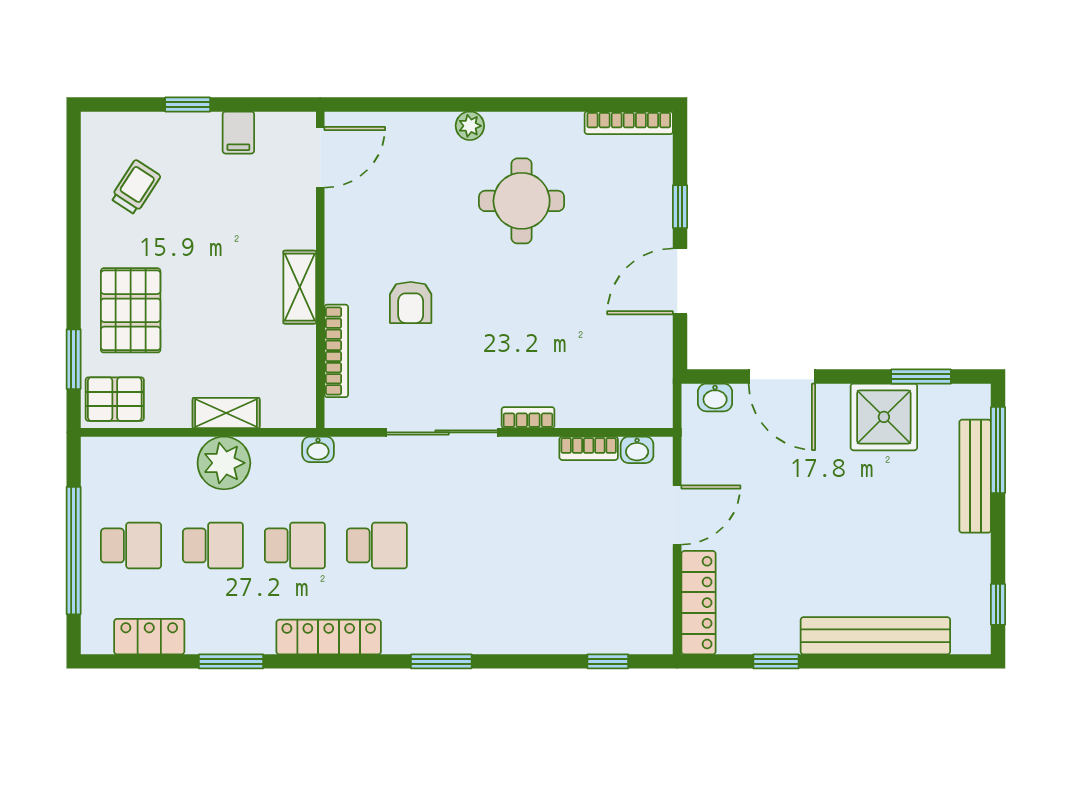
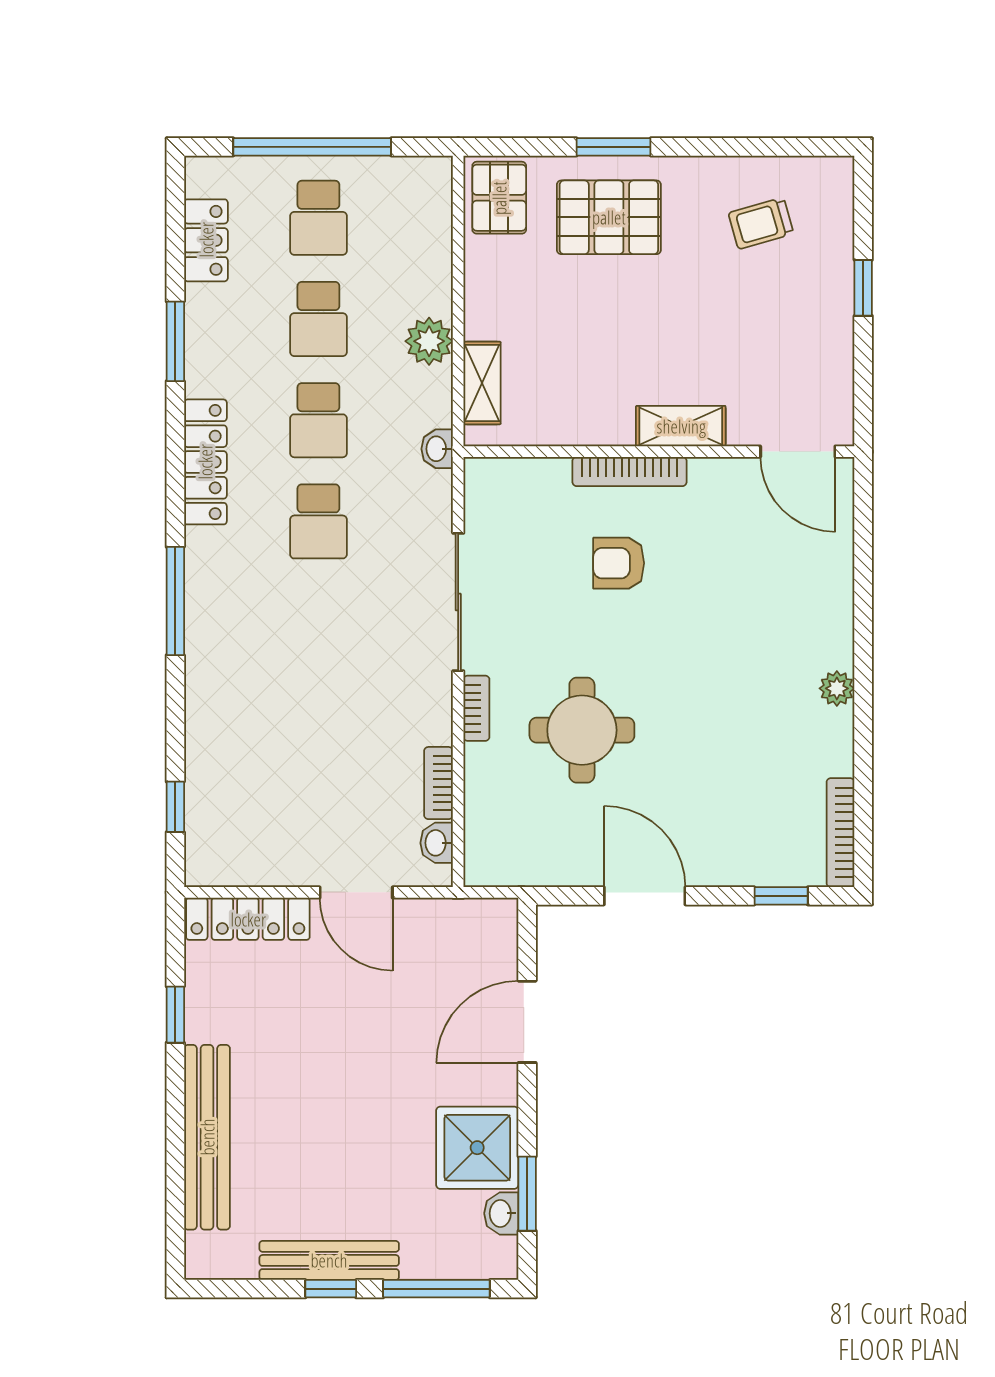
plant: (470, 126) -> (837, 688), moved
filing cabinet: (238, 133) -> (829, 350), removed
trolley: (135, 187) -> (761, 223), turned 131
round table: (522, 201) -> (582, 730), moved
window: (680, 207) -> (781, 896), moved
shelving: (300, 287) -> (681, 426), moved
bookcase: (336, 351) -> (629, 471), moved
window: (74, 359) -> (614, 147), moved
washbasin: (715, 397) -> (501, 1213), moved
shelving: (226, 413) -> (482, 383), moved
plant: (224, 463) -> (429, 341), width x0.73, depth x0.73
bench: (975, 476) -> (329, 1260), moved
window: (998, 604) -> (331, 1289), moved
window: (441, 661) -> (175, 601), width x1.44

